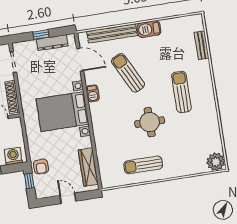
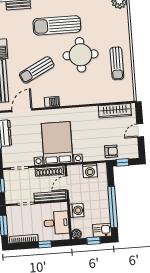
sun lounger: (181, 92) -> (57, 25), width x1.36, depth x1.34
bed with nightstands: (62, 112) -> (57, 143), moved, turned 180
round table: (150, 122) -> (80, 55), width x1.36, depth x1.36
washing machine: (13, 156) -> (90, 171), moved, turned -90

